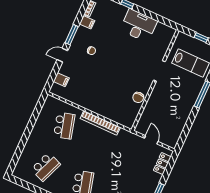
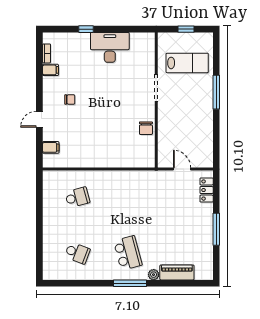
window: (72, 35) -> (39, 92), removed
bookcase: (100, 123) -> (116, 176), removed
school desk: (64, 126) -> (77, 197), width x0.54
school desk: (46, 167) -> (77, 253), width x0.54

